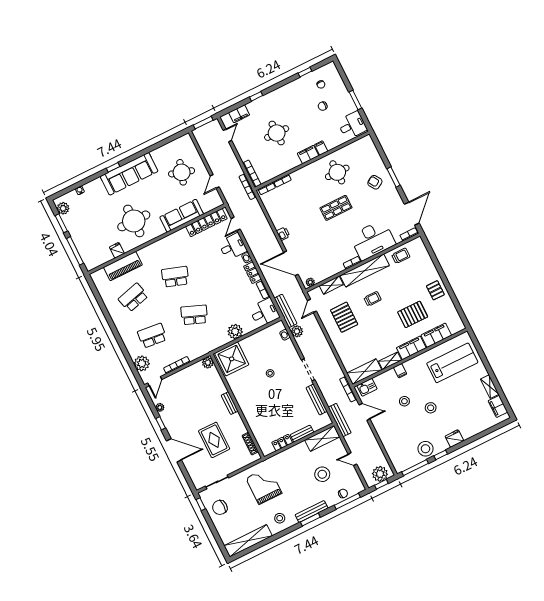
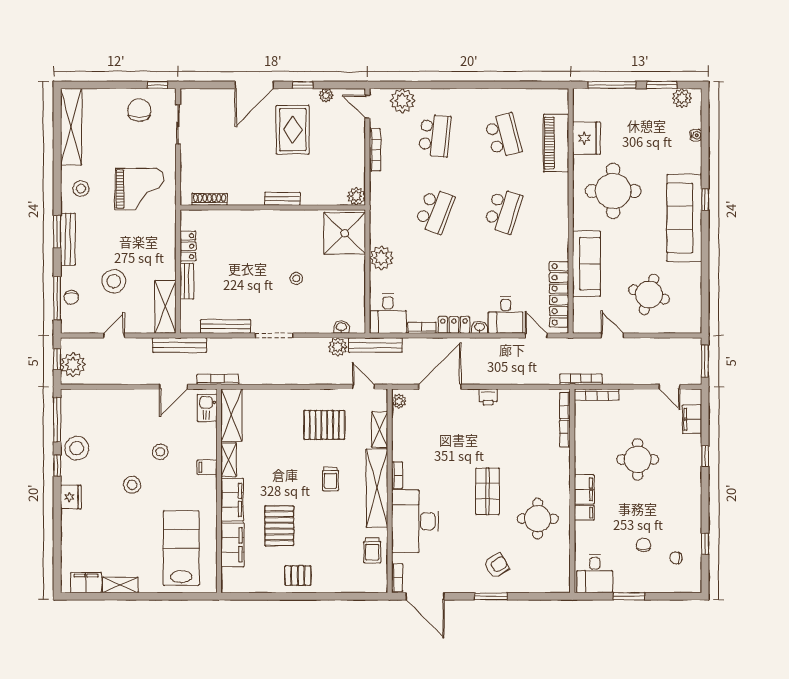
fridge: (117, 250) -> (586, 138), width x1.88, depth x1.34
lab bench: (452, 363) -> (181, 548), turned 180
rug: (214, 440) -> (293, 130), moved, turned 90

